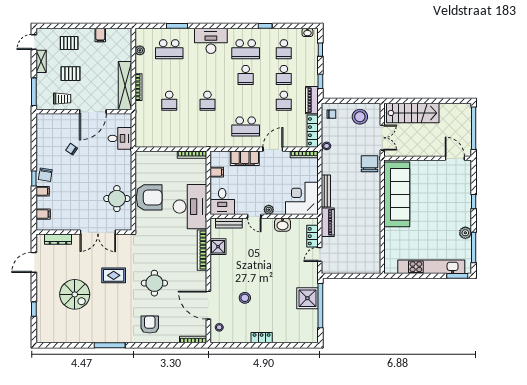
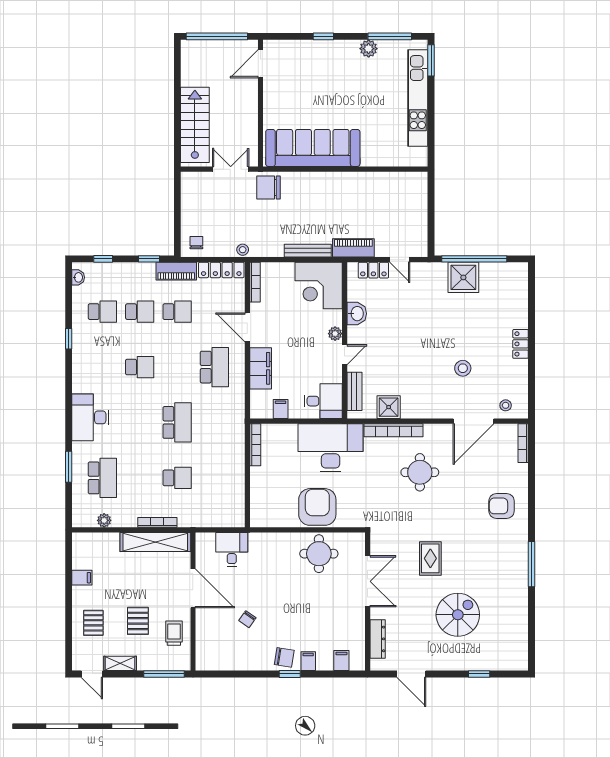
school desk: (246, 49) -> (102, 367), removed
school desk: (207, 101) -> (177, 422), width x1.85
stool: (360, 117) -> (200, 201), removed
round table: (154, 283) -> (420, 472), moved

